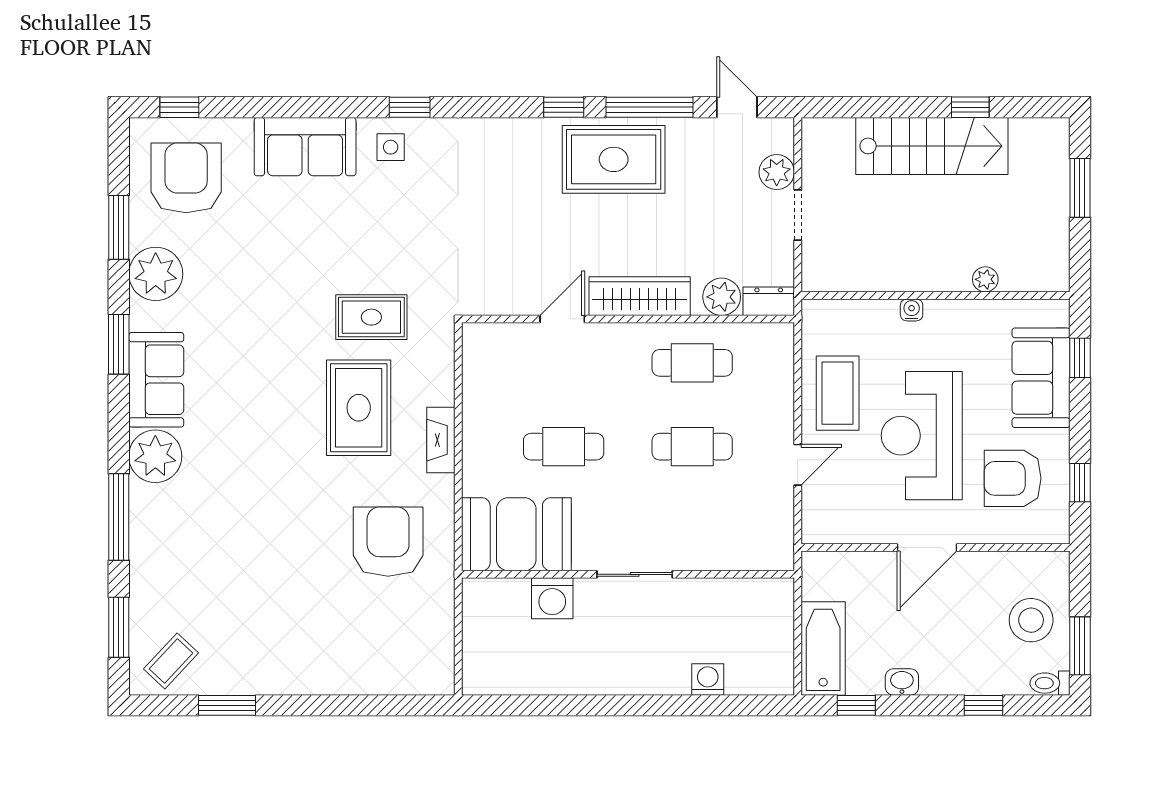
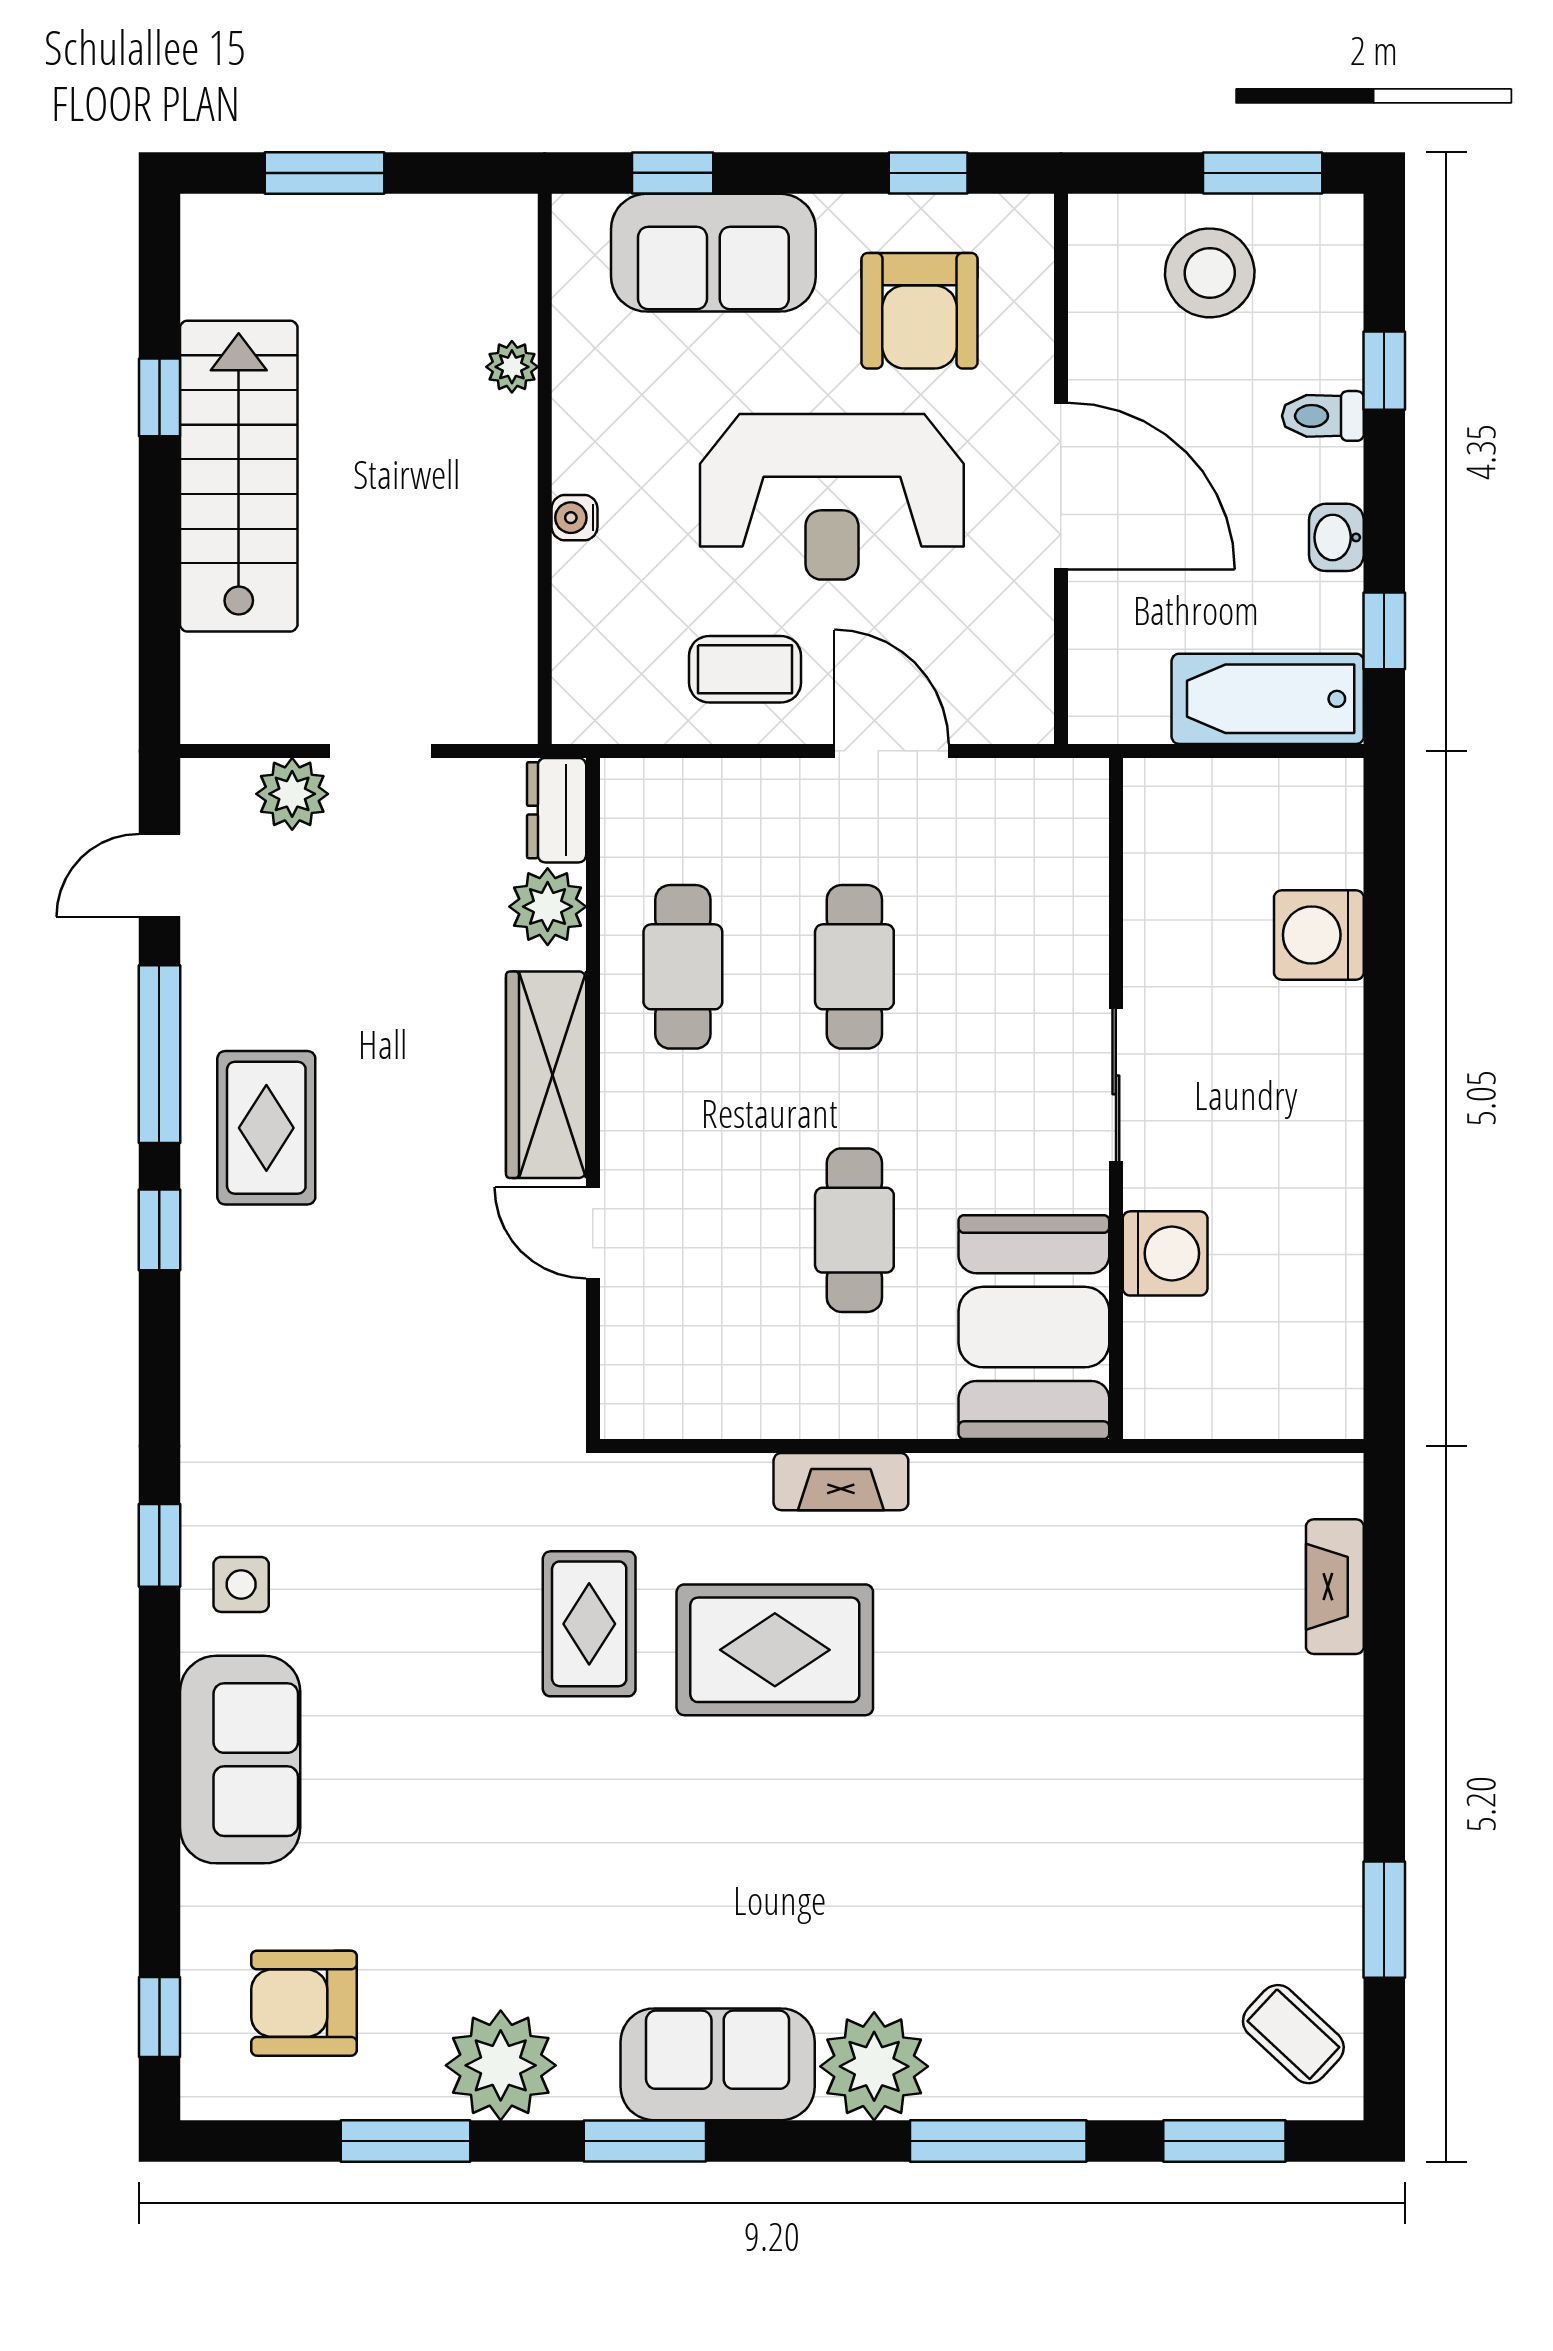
rug: (614, 159) -> (266, 1128), width x0.73, depth x0.70
armchair: (186, 178) -> (304, 2003), width x0.73, depth x0.73
coffee table: (838, 393) -> (745, 669), width x0.73, depth x0.77
door: (798, 465) -> (892, 751), width x1.38
armchair: (388, 542) -> (1049, 1590), removed
door: (927, 547) -> (1061, 486), width x1.36
washing machine: (708, 679) -> (1319, 935), width x1.38, depth x1.38
fireplace: (390, 681) -> (1335, 1587), added
toilet: (1050, 683) -> (1323, 416), moved, turned 90

